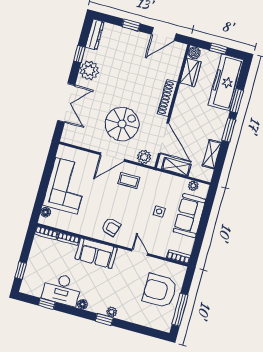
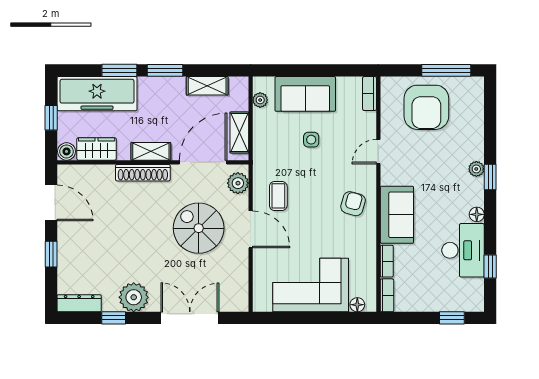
shelving: (180, 107) -> (151, 151), added

